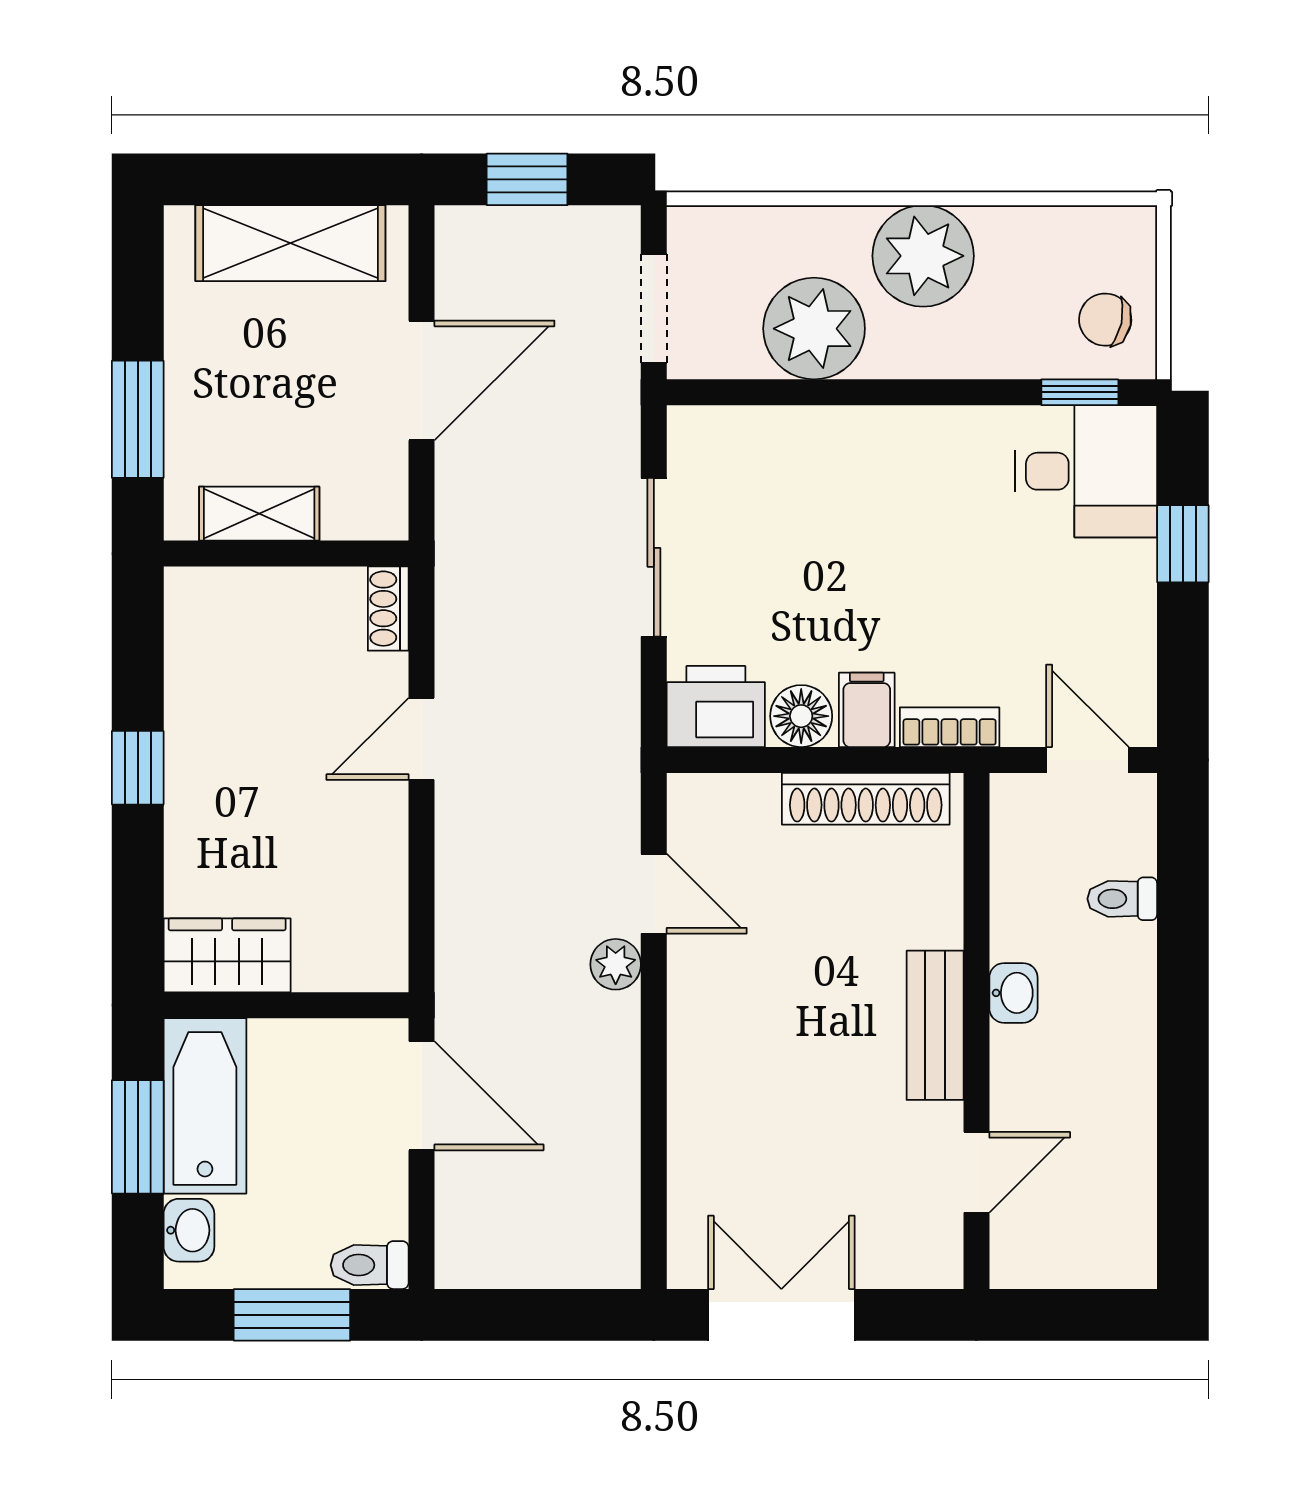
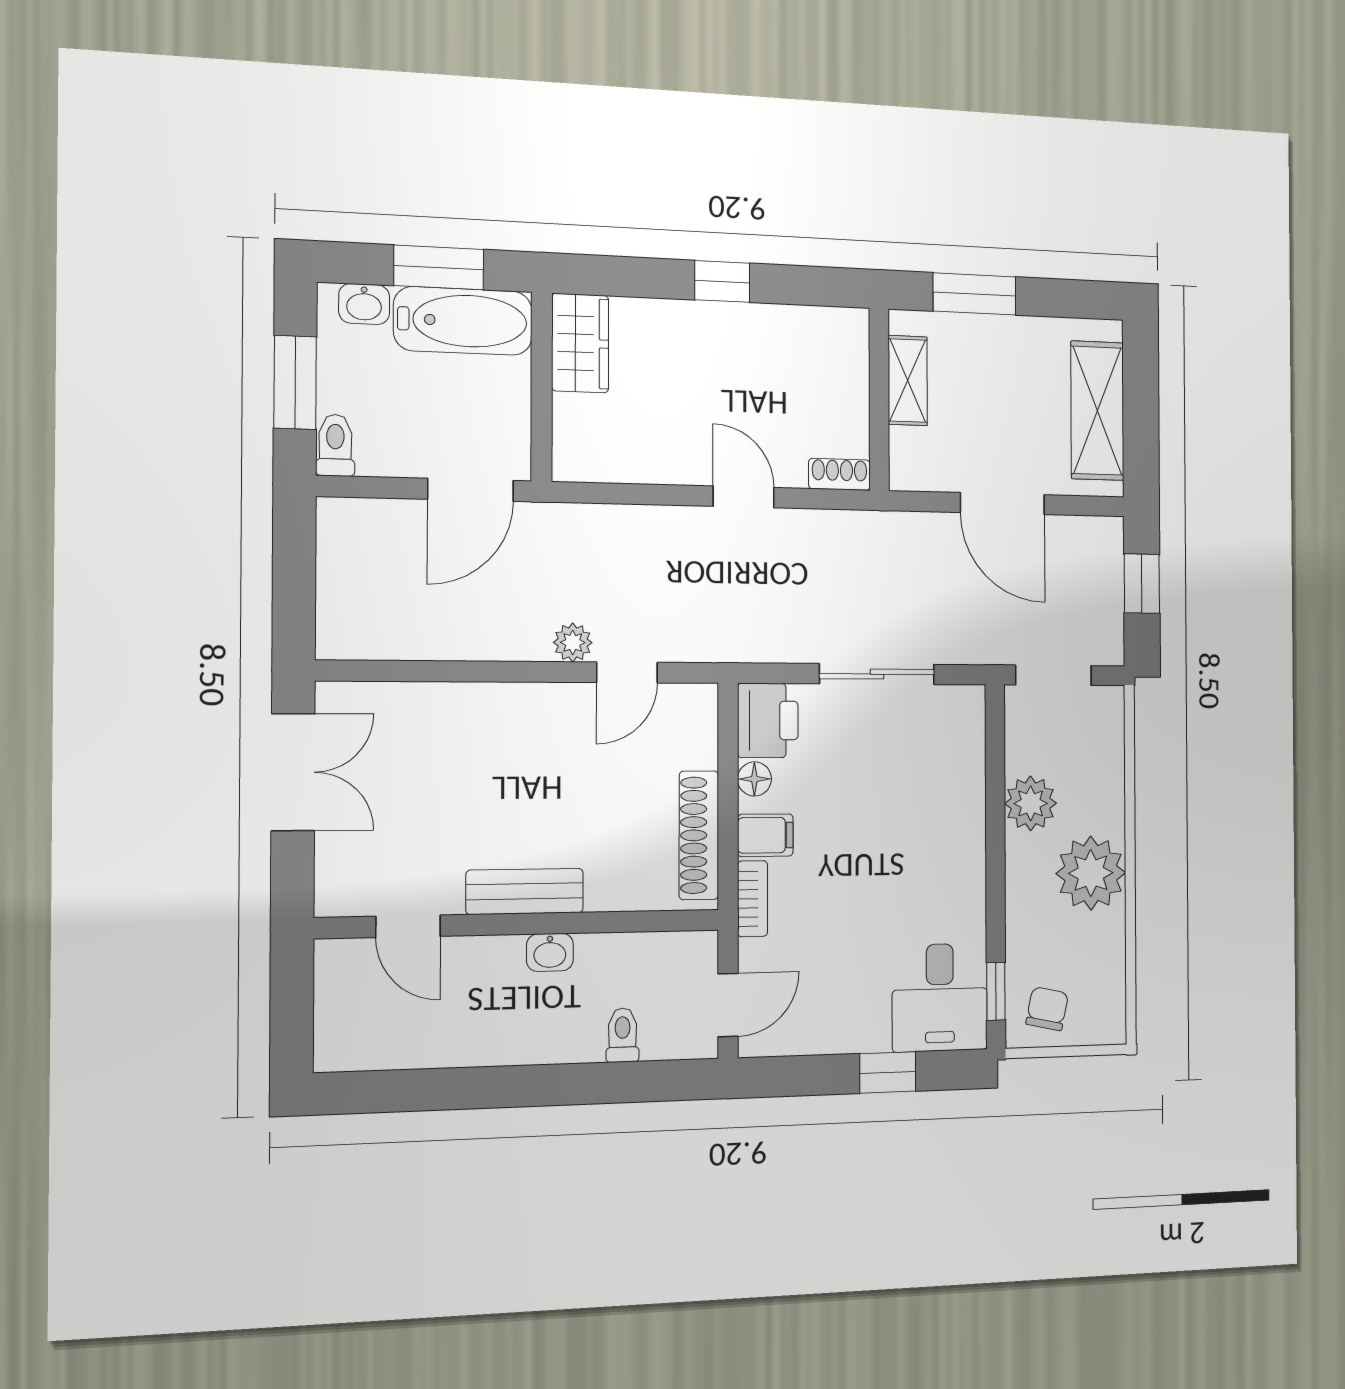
plant: (814, 329) -> (1031, 803), width x0.73, depth x0.73
floor lamp: (801, 716) -> (754, 779), width x0.73, depth x0.73

